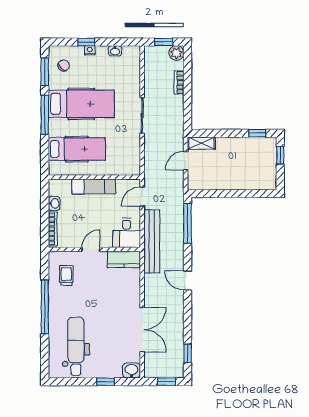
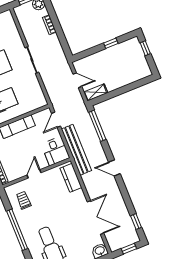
window: (257, 133) -> (111, 43), moved
shelving: (201, 143) -> (96, 92), moved
door: (186, 161) -> (77, 80), swing flipped
kitchen counter: (124, 259) -> (71, 178), moved, turned 90

